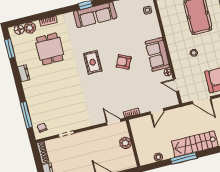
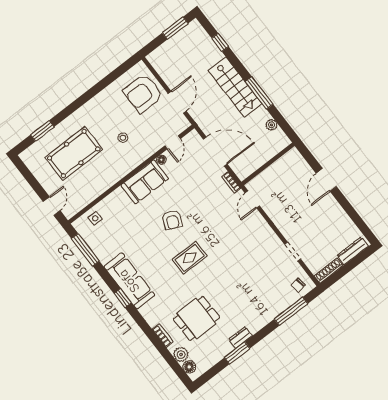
window: (10, 48) -> (237, 353), moved
door: (157, 111) -> (215, 152), width x1.87
plant: (125, 143) -> (272, 173), removed

